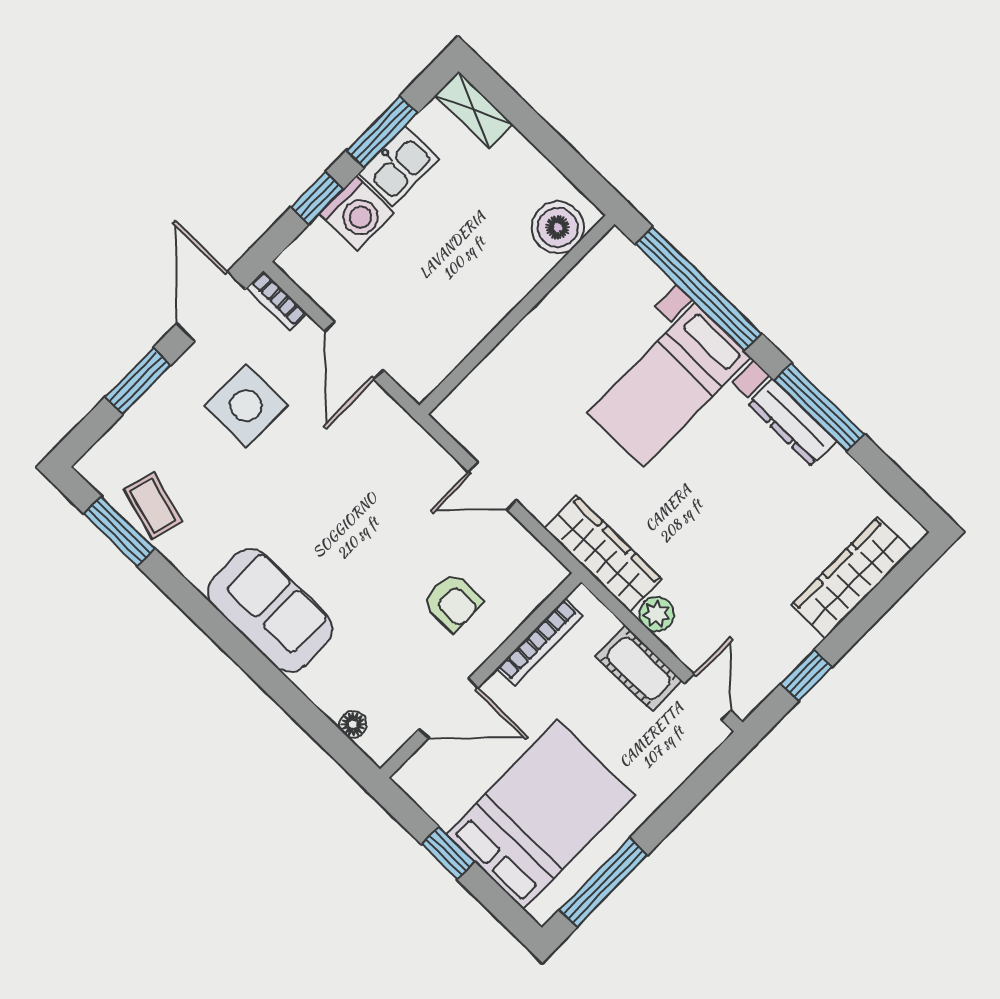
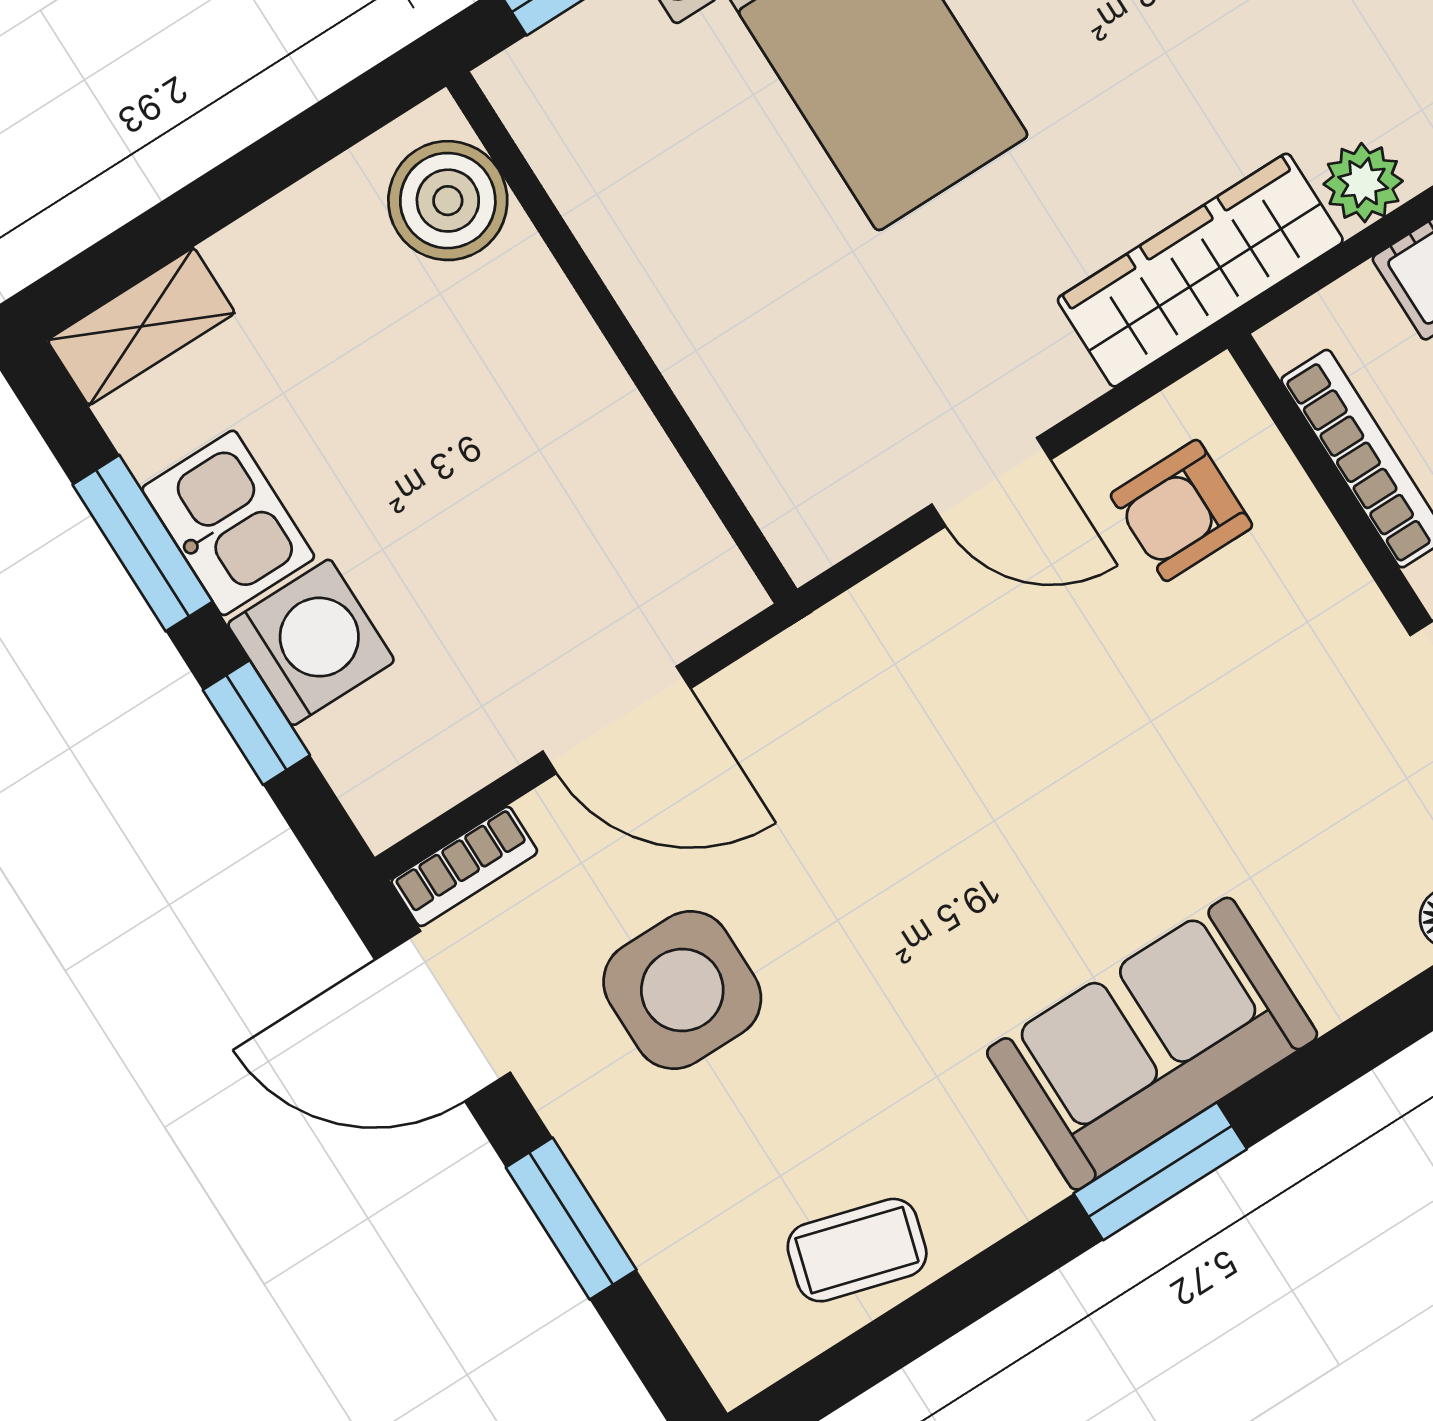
door: (492, 486) -> (991, 482), hinge flipped
window: (119, 531) -> (1160, 1171), moved
armchair: (453, 602) -> (1181, 510), moved, turned 180

